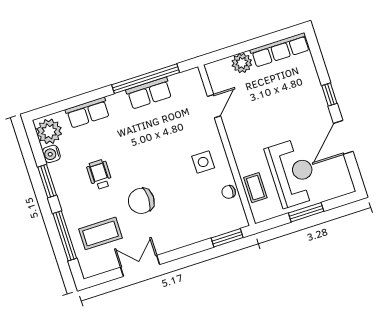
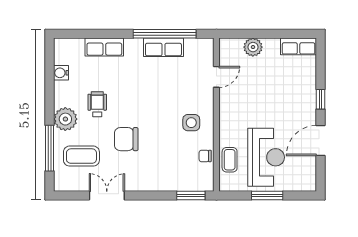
row of seats: (280, 50) -> (299, 46), width x0.68
plant: (49, 131) -> (65, 119), moved
window: (47, 181) -> (50, 95), removed

